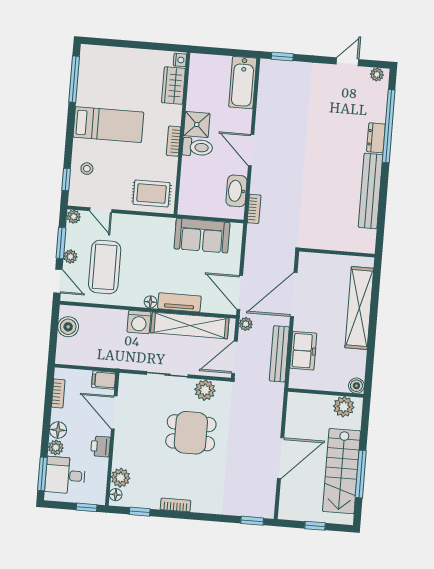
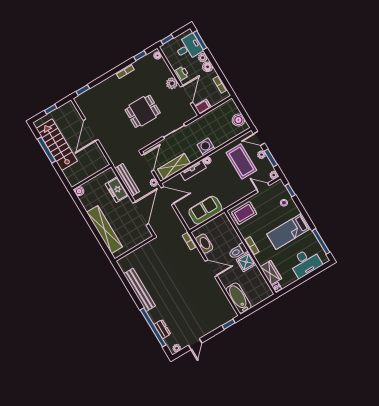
desk: (116, 65) -> (305, 263), added
dresser: (376, 138) -> (162, 329), moved
shelving: (190, 325) -> (174, 166), width x0.68
plant: (205, 390) -> (151, 137), removed
plant: (344, 407) -> (78, 177), removed
door: (114, 413) -> (187, 95), hinge flipped
plant: (121, 478) -> (172, 83), moved

